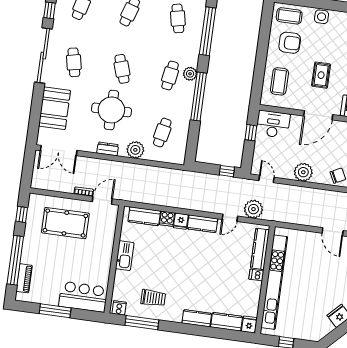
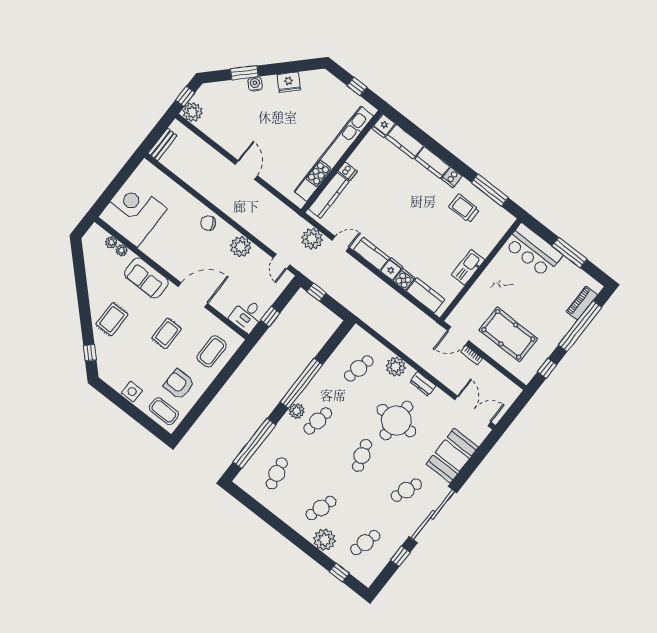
cafe table: (74, 62) -> (406, 490), turned 33
desk: (273, 124) -> (247, 315), width x0.73
cooker: (119, 308) -> (452, 177), moved

